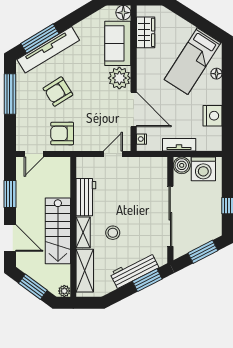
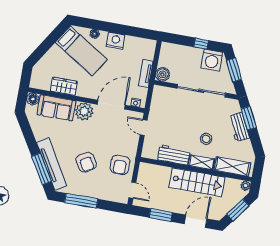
wardrobe: (146, 32) -> (64, 86), moved
nightstand: (213, 116) -> (116, 41), moved
washing machine: (203, 169) -> (212, 60), moved, turned 90
workbench: (134, 270) -> (239, 127), width x0.73

